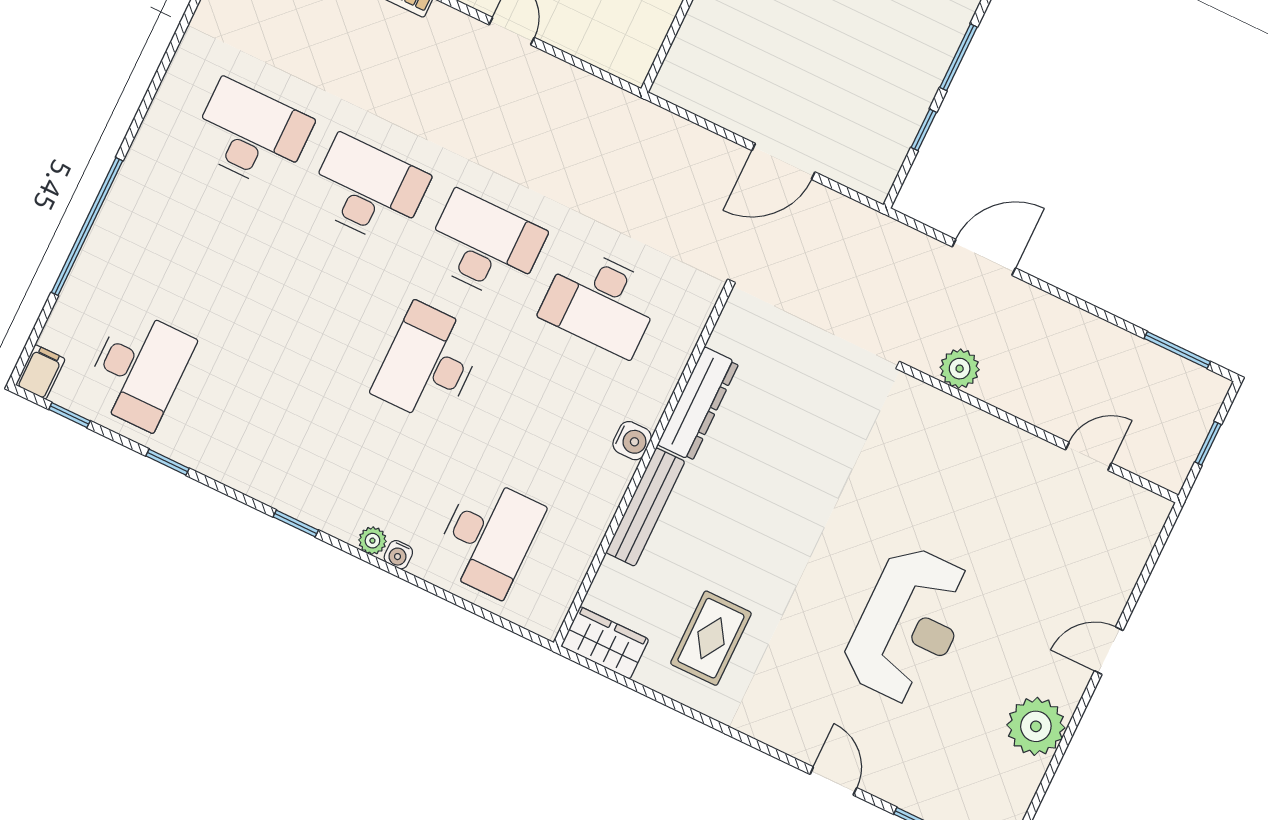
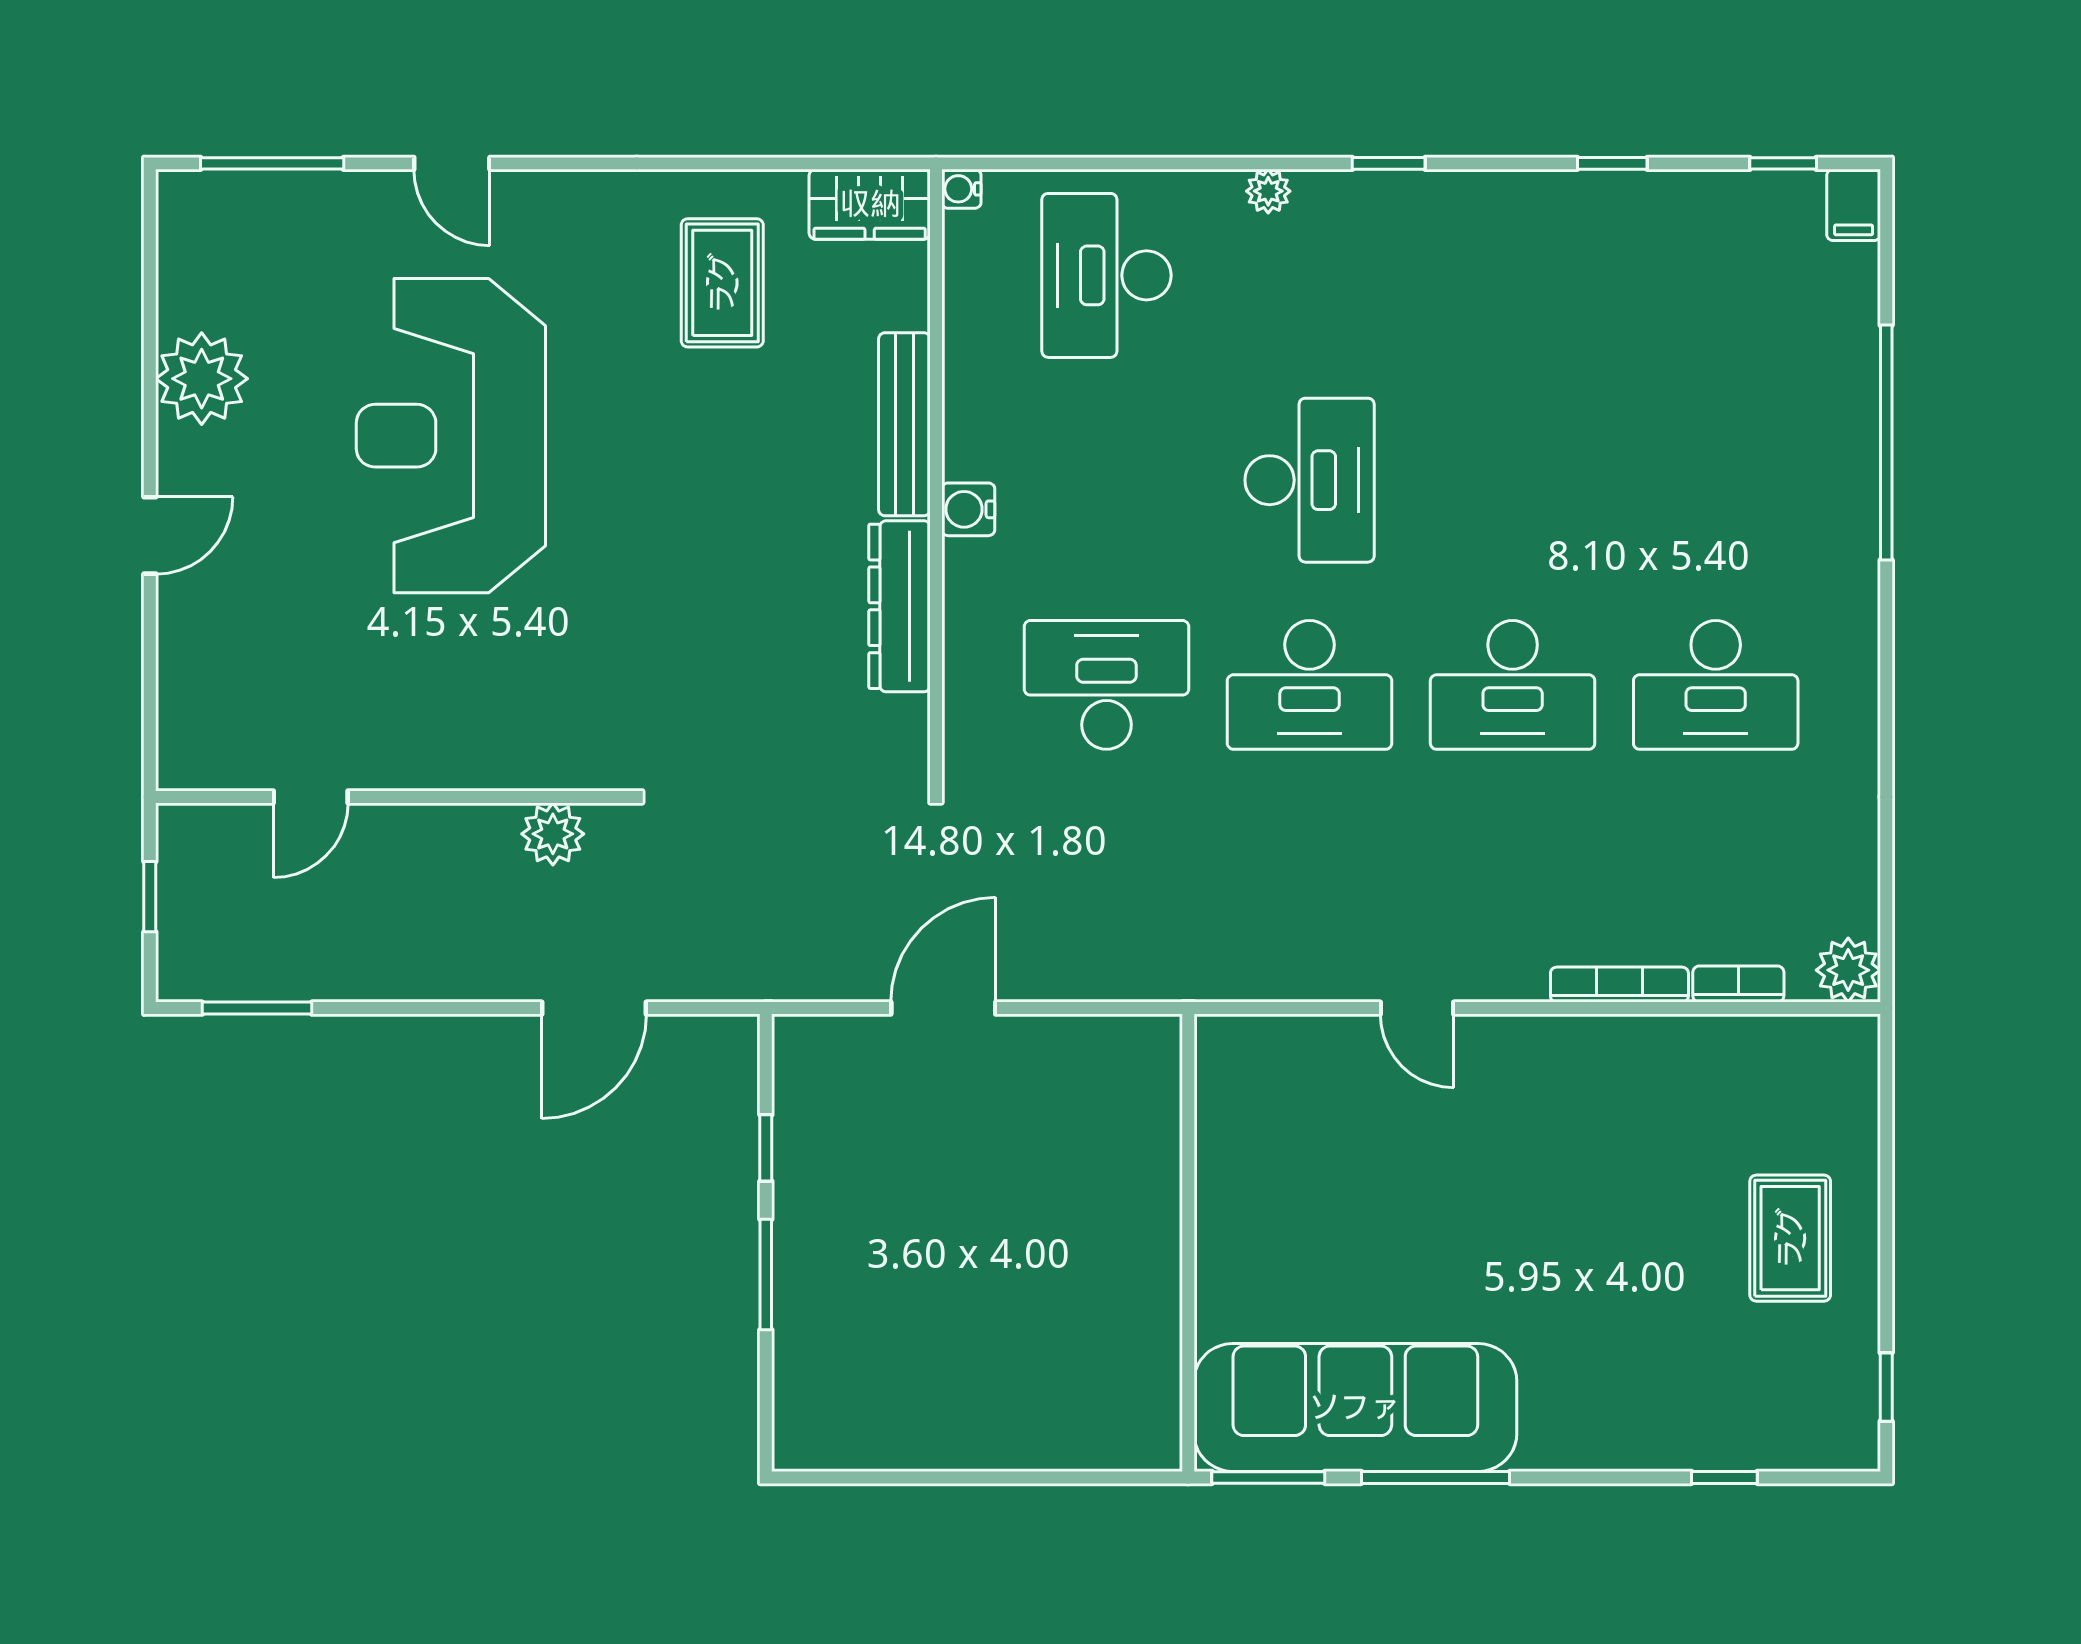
desk: (139, 369) -> (1716, 275), removed
water cooler: (398, 555) -> (961, 189), moved, turned -90
reception desk: (909, 625) -> (451, 436), width x1.36, depth x1.30

